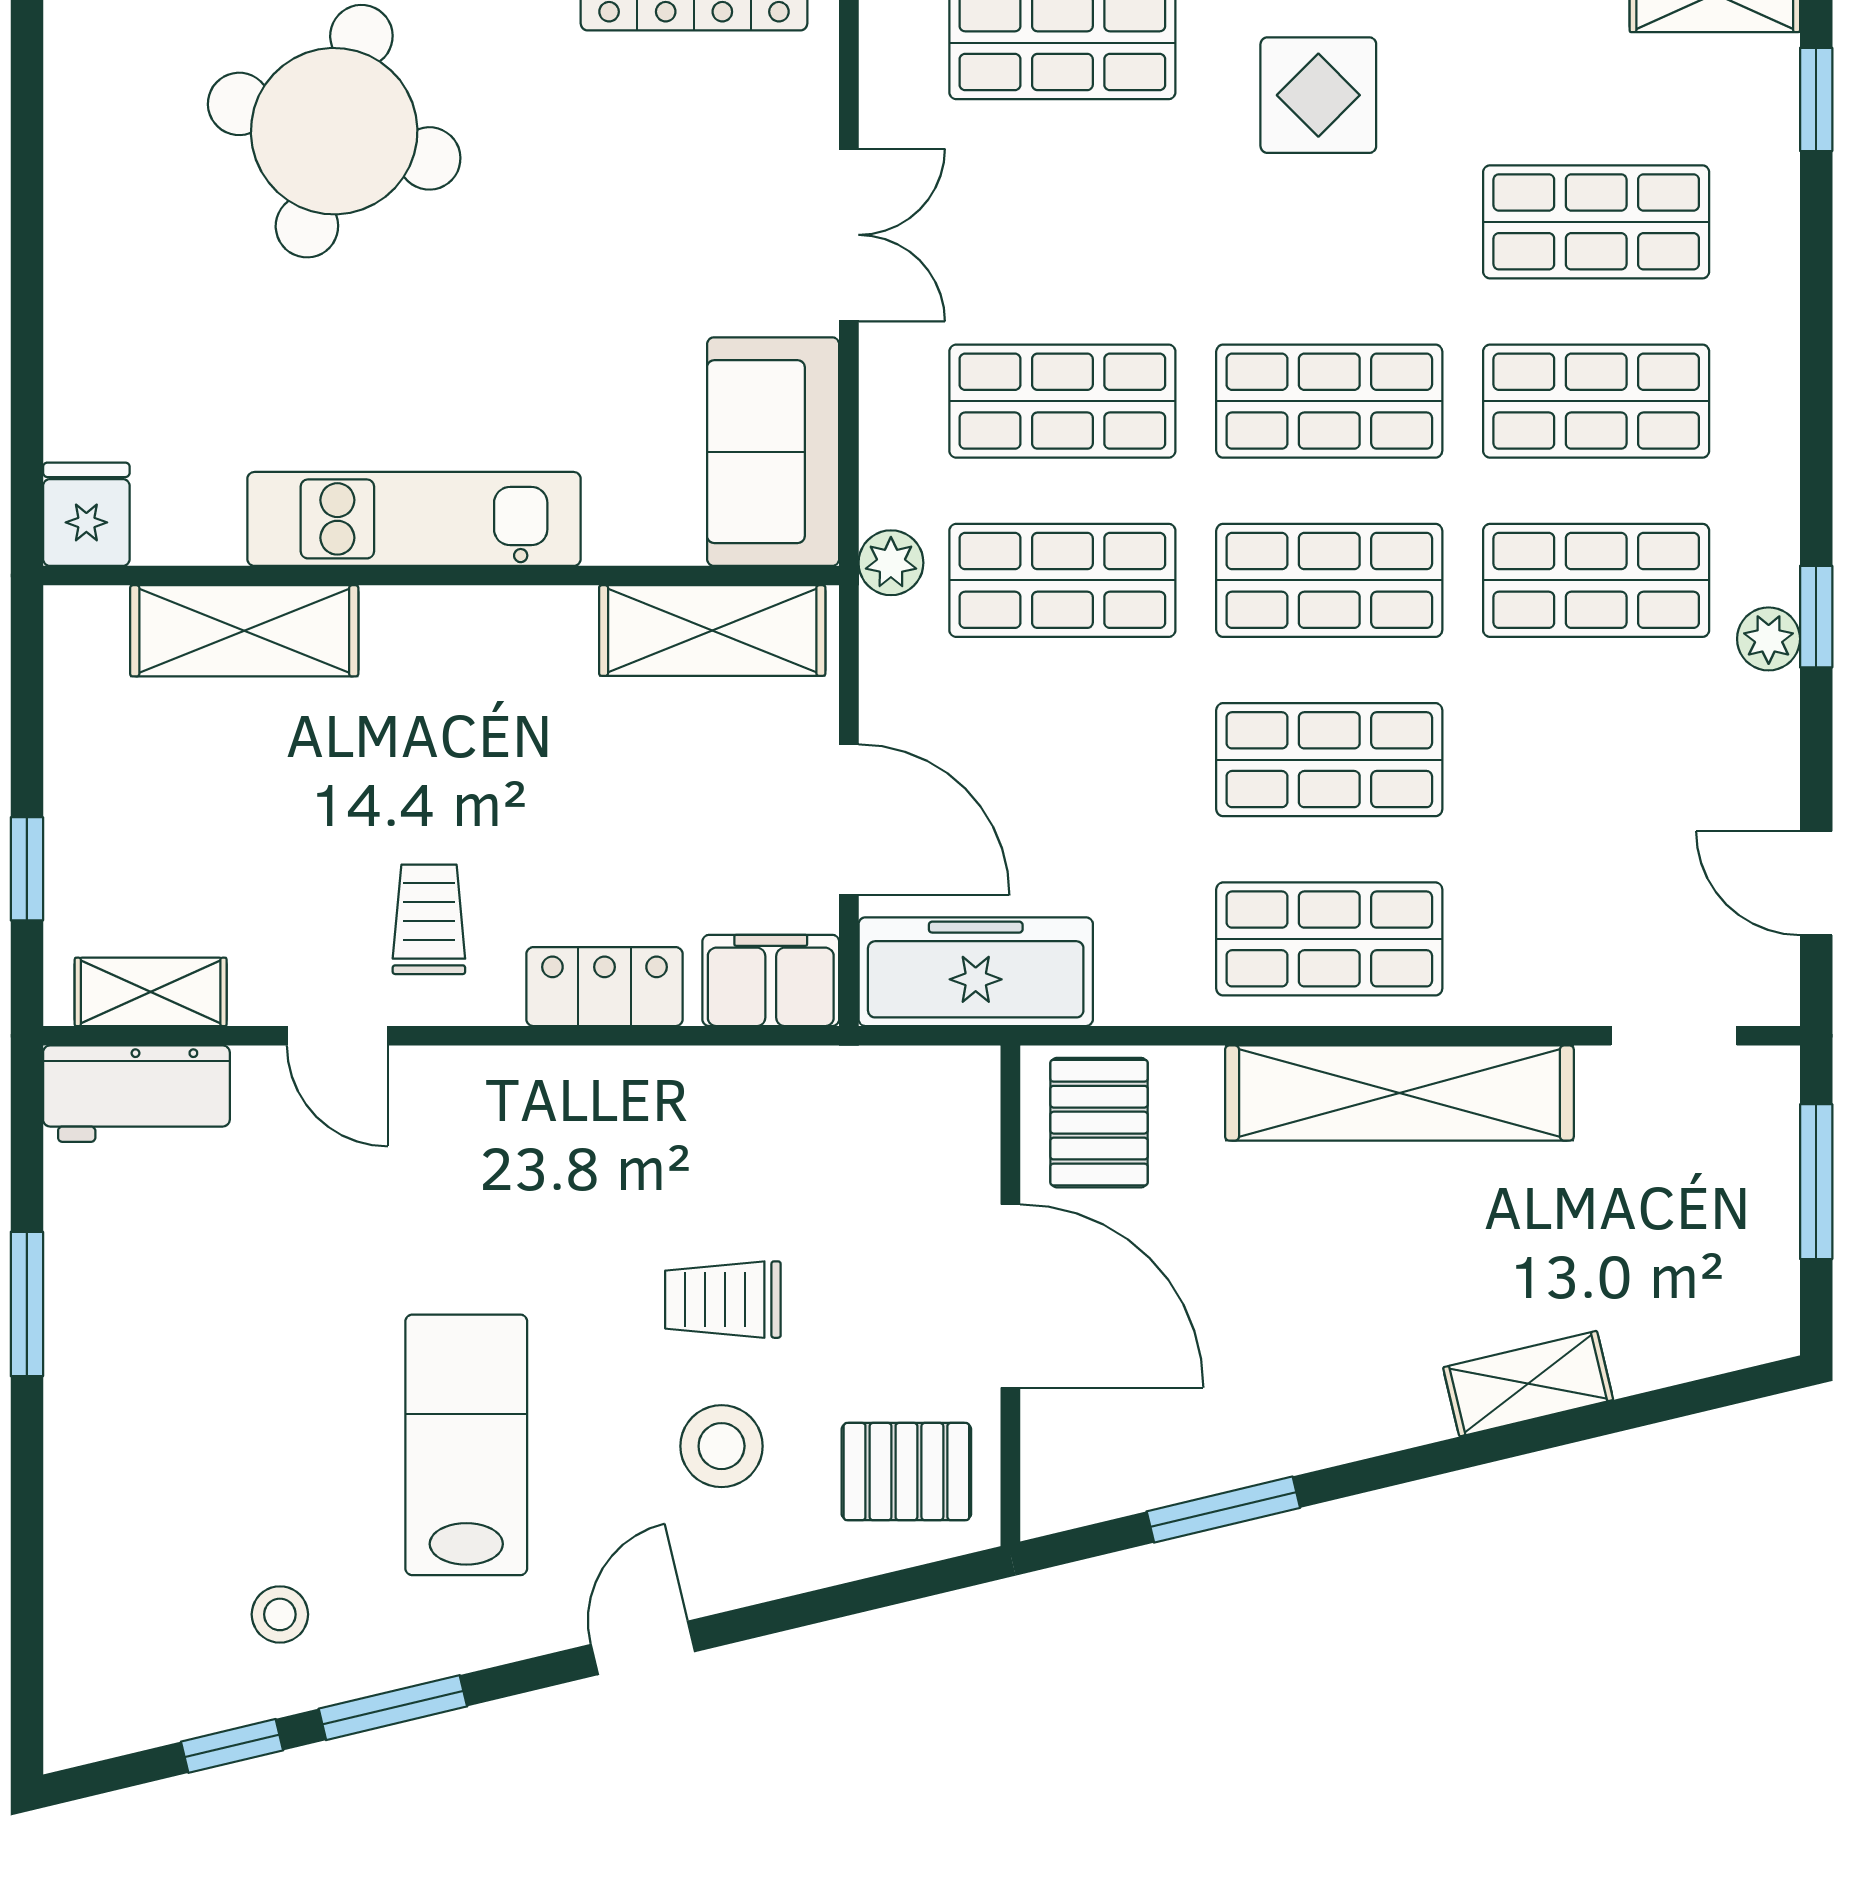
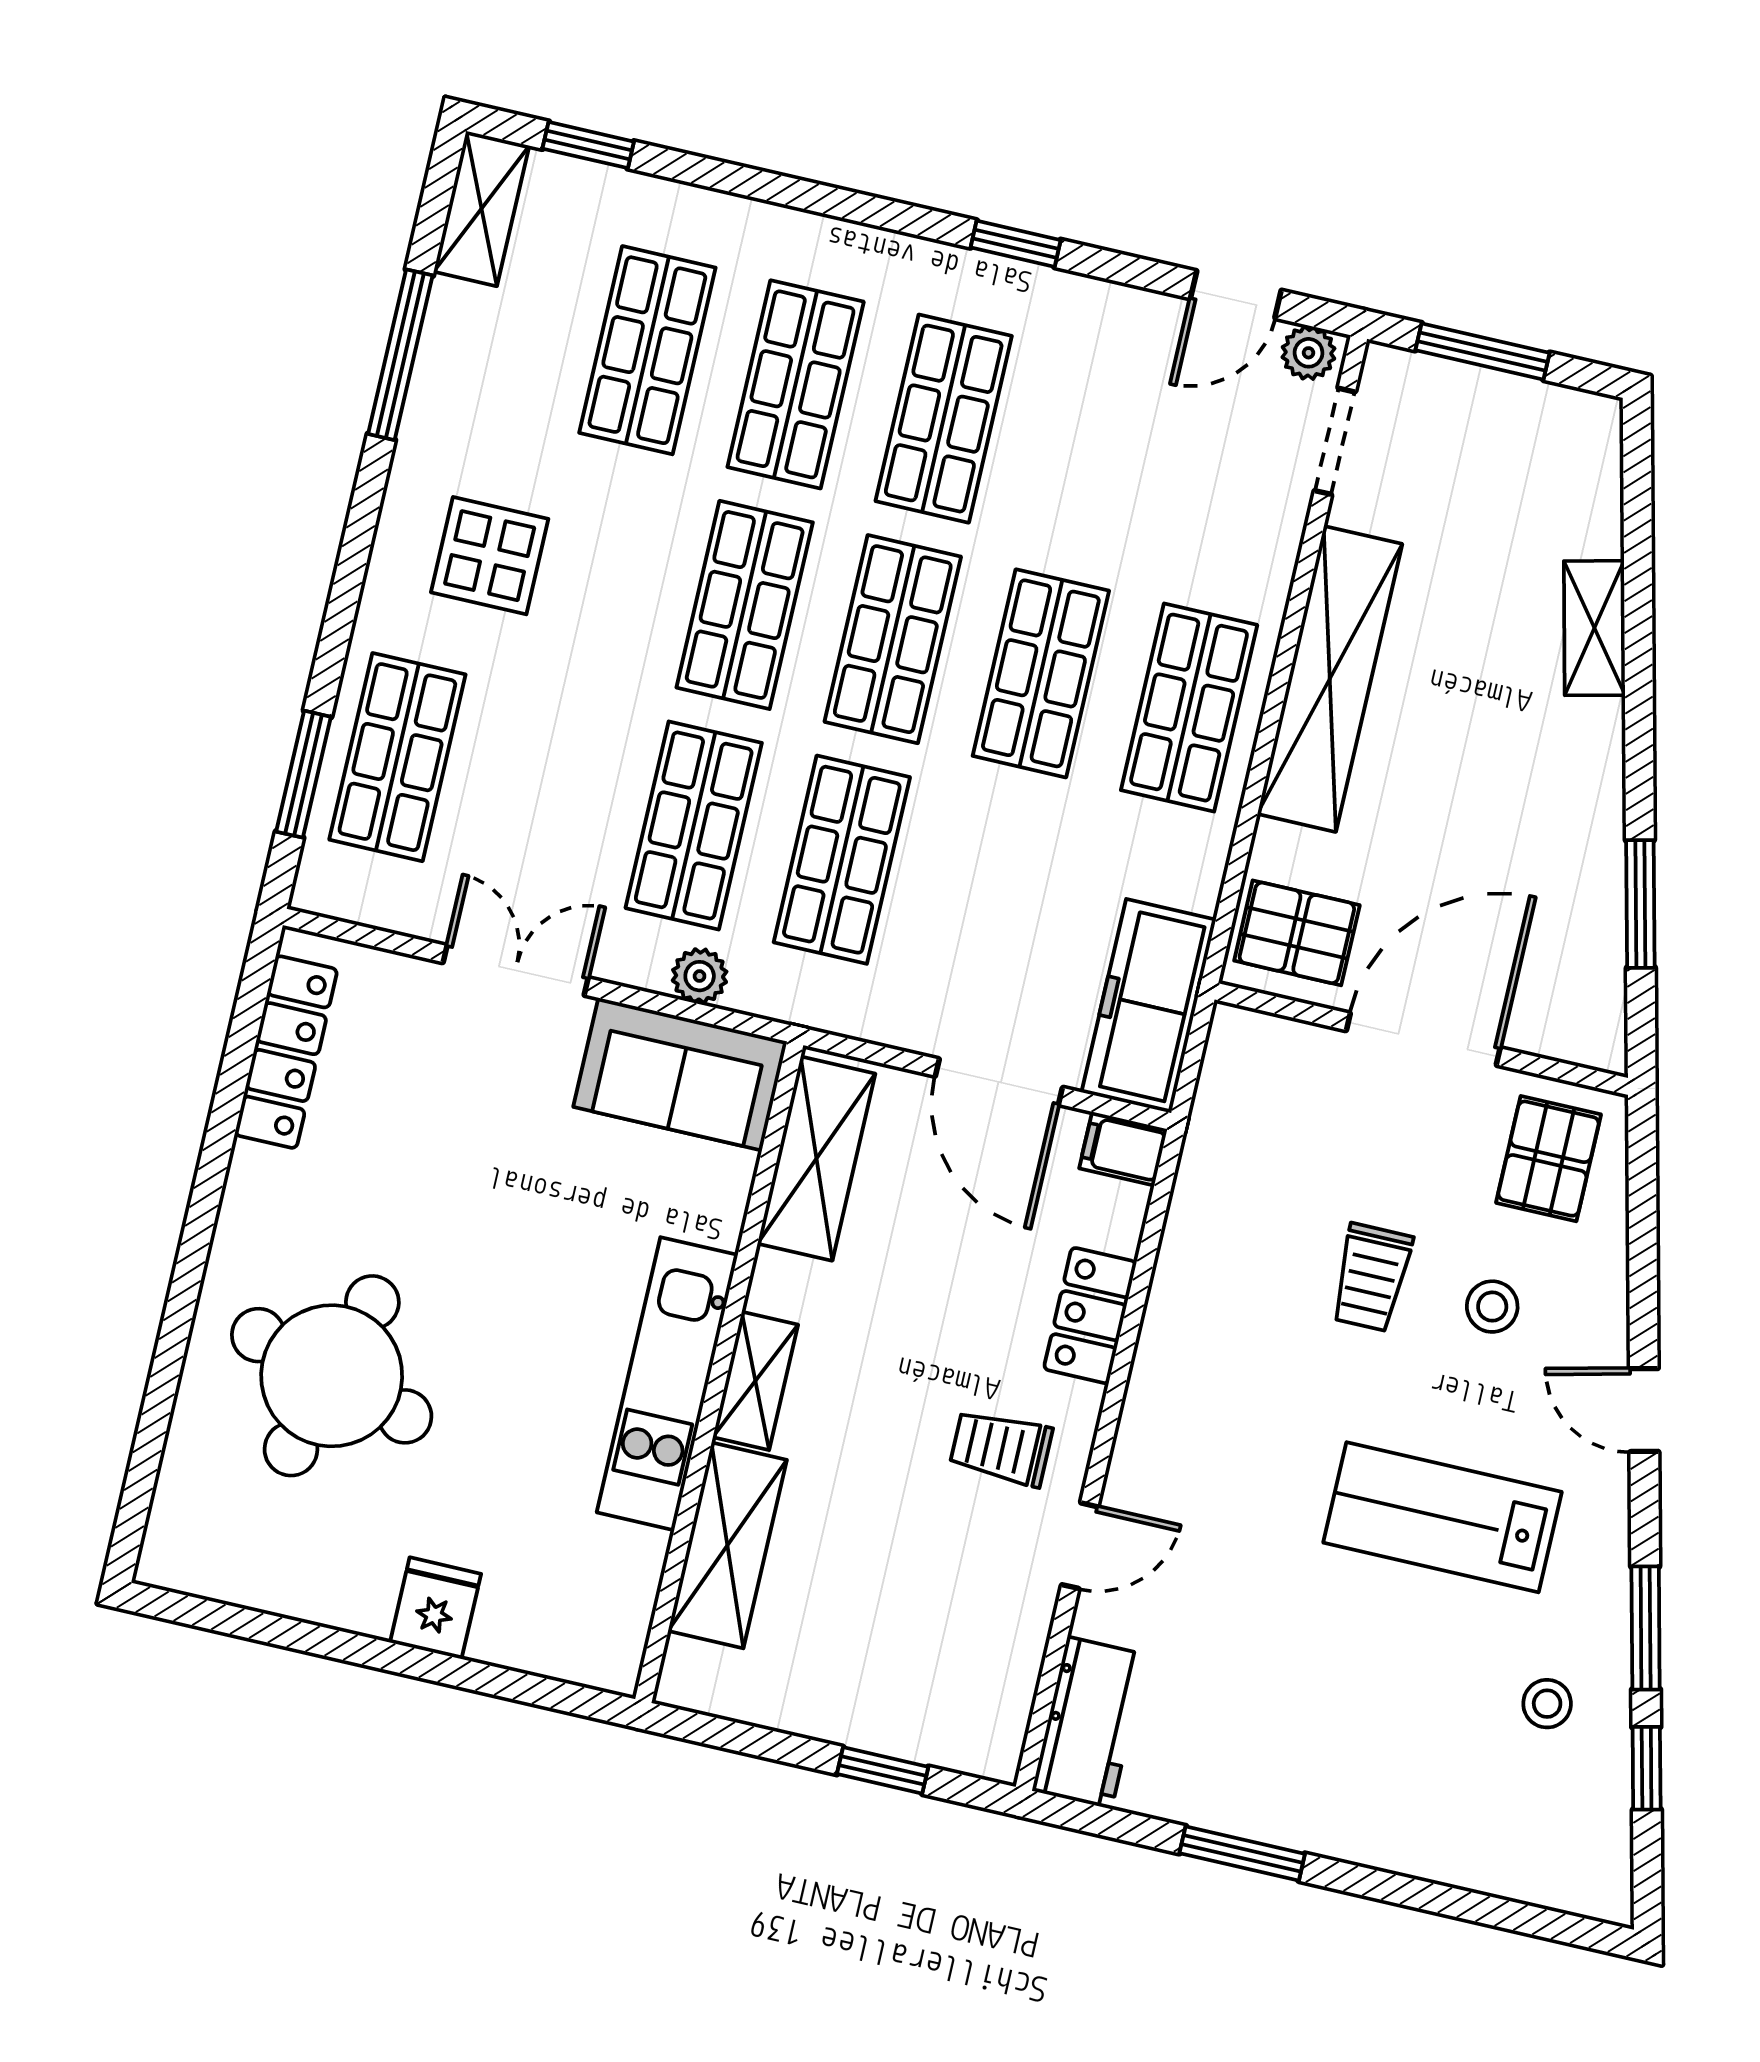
fridge: (86, 514) -> (436, 1608), moved, turned 90
plant: (891, 563) -> (700, 976), moved
plant: (1769, 639) -> (1309, 353), moved
door: (849, 820) -> (999, 1082), swing flipped
filing cabinet: (771, 980) -> (1123, 1149), width x0.50
shelving: (151, 992) -> (755, 1381), moved
stool: (722, 1446) -> (1492, 1307), width x0.73, depth x0.73

